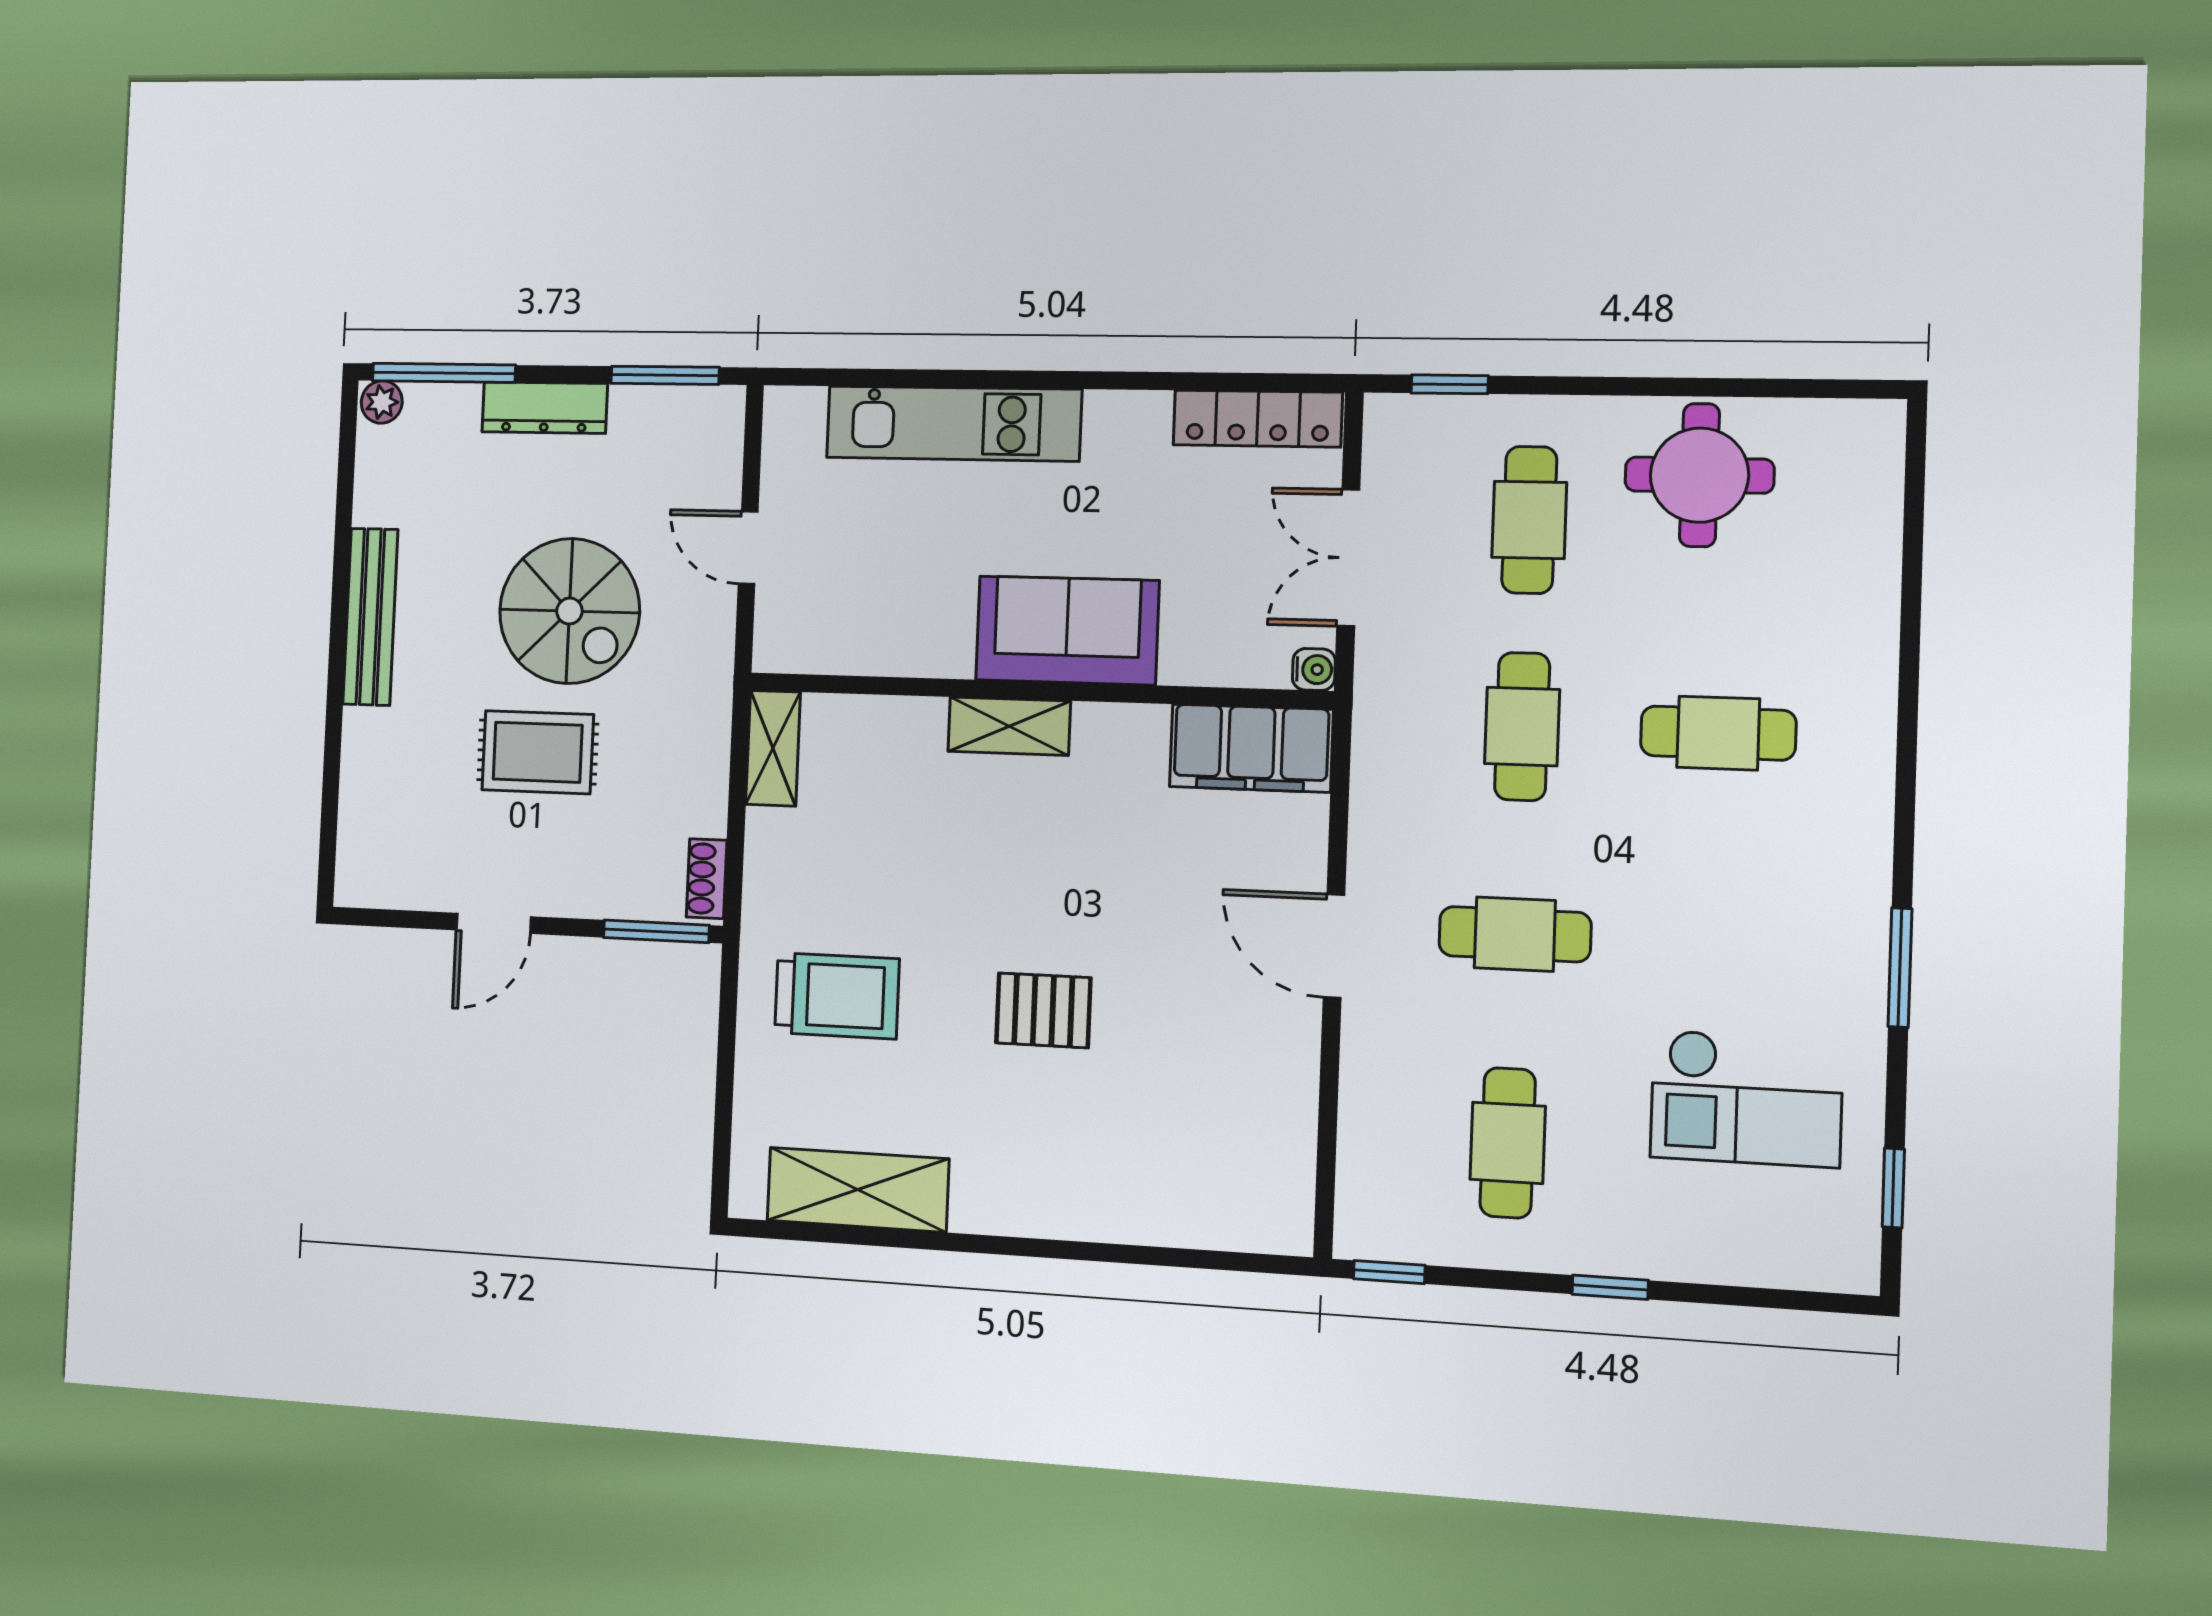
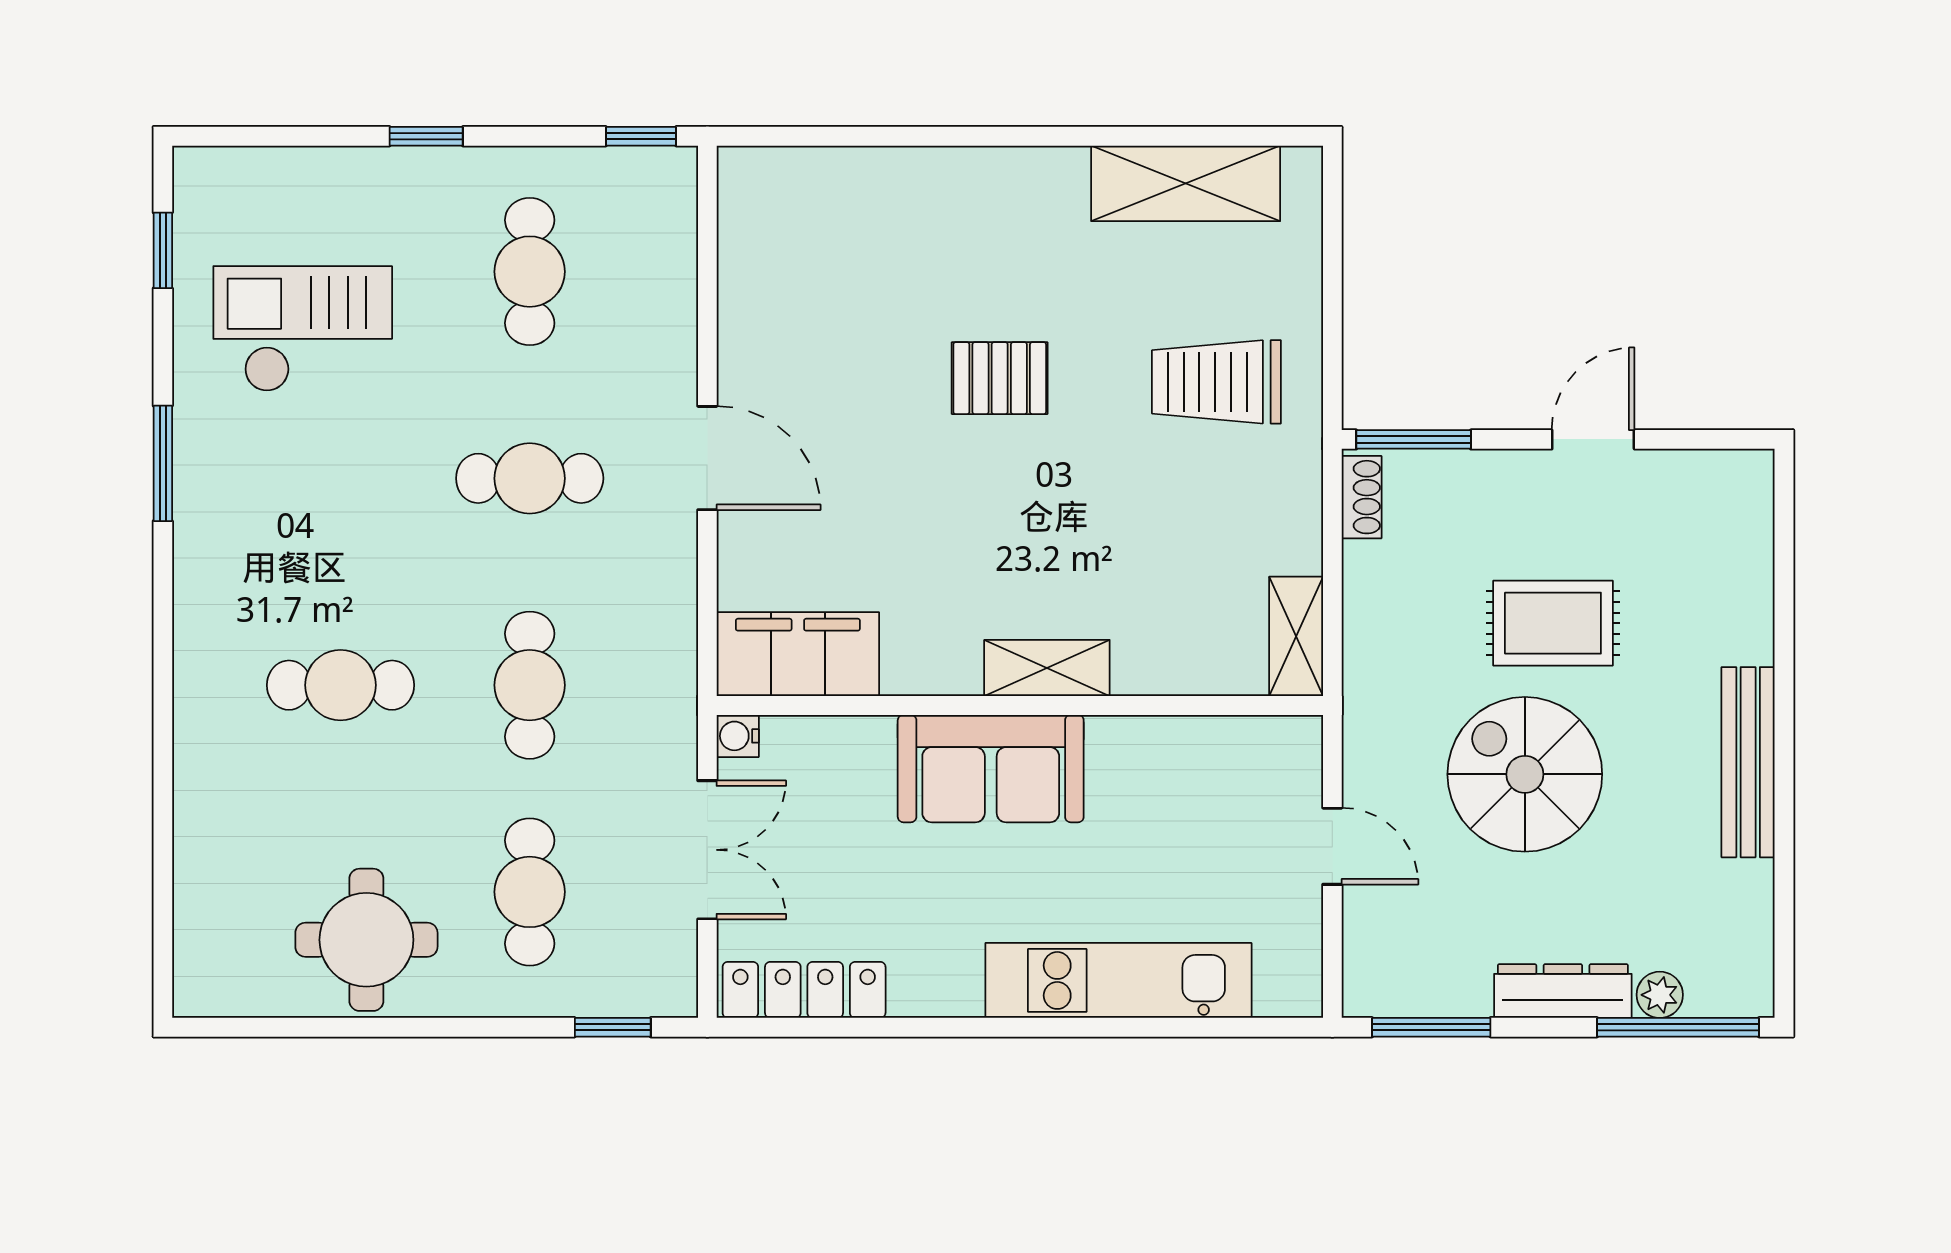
plant: (382, 402) -> (1660, 995), moved

